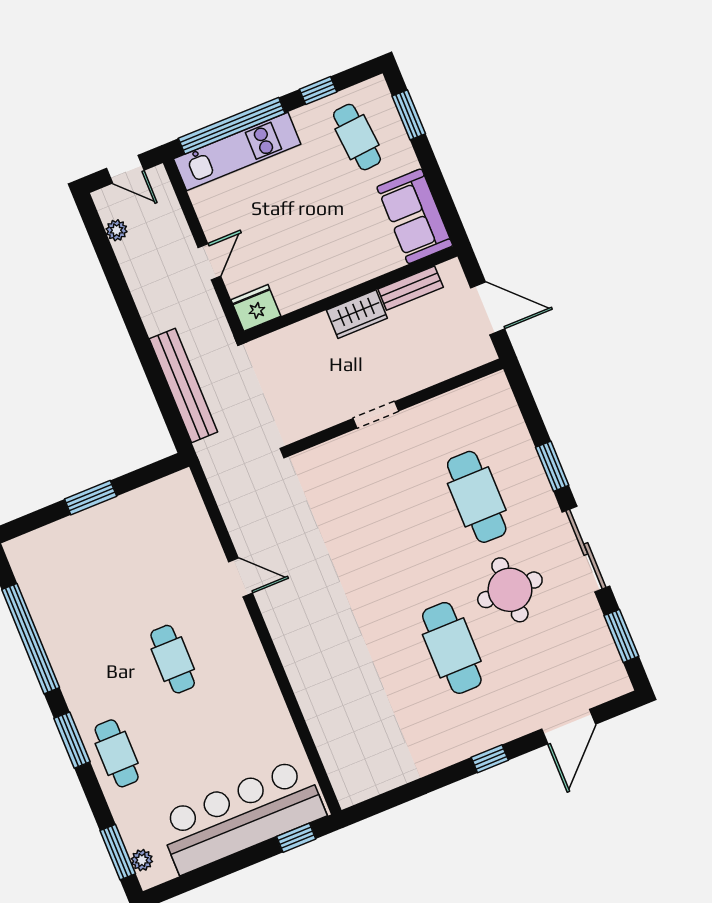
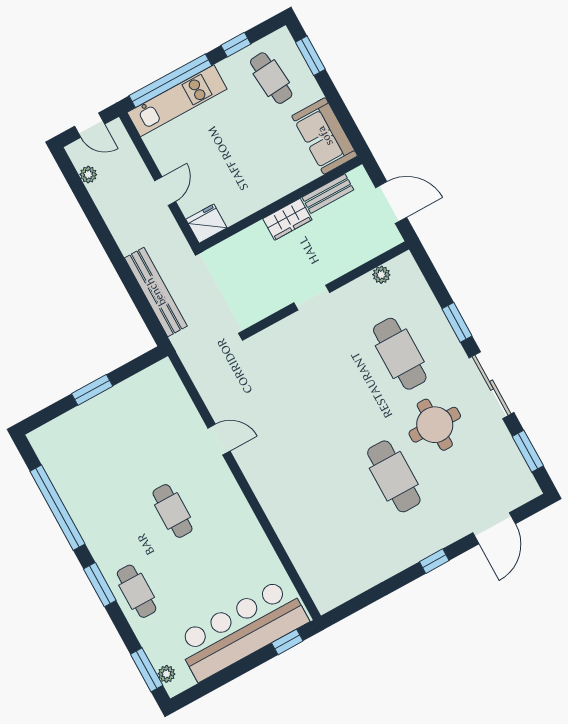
plant: (465, 396) -> (381, 275), added

